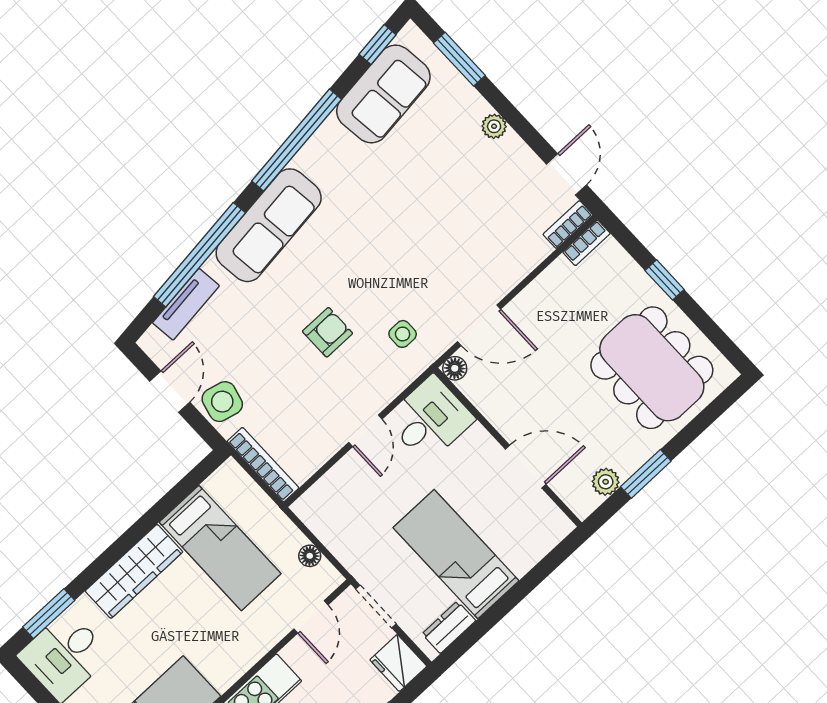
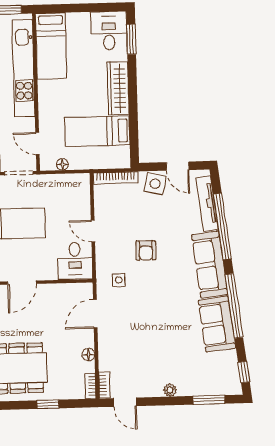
sofa: (383, 94) -> (217, 324), moved
tv unit: (186, 304) -> (207, 203), width x1.41
floor lamp: (455, 368) -> (88, 355), moved

